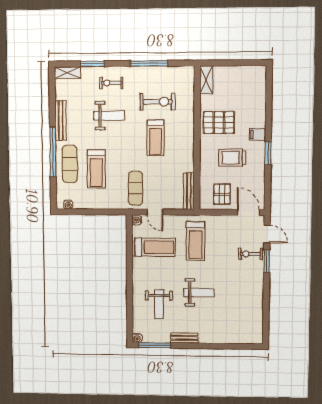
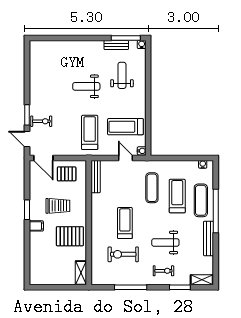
exercise mat: (135, 188) -> (152, 188), moved
pallet: (222, 194) -> (67, 174), turned 90
bench: (184, 338) -> (116, 45), moved

